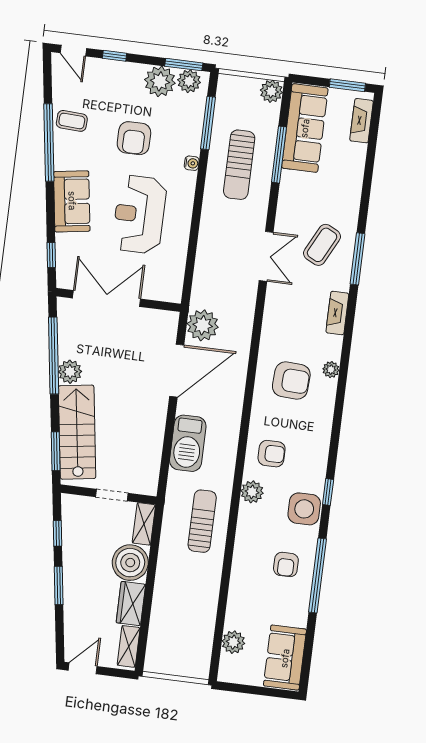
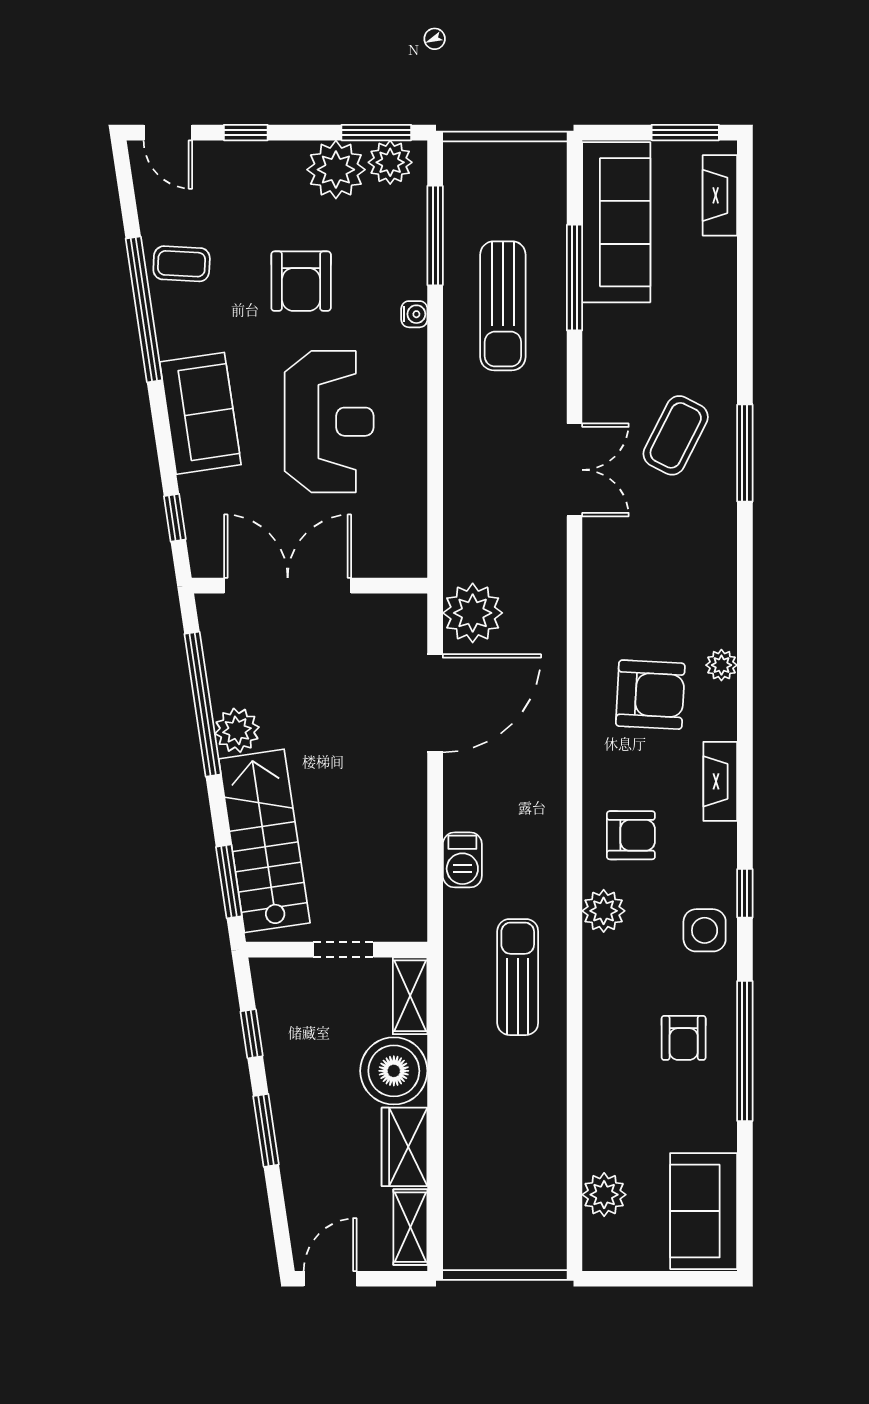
plant: (271, 91) -> (545, 162), removed
reception desk: (139, 214) -> (329, 422), turned 180
fireplace: (337, 313) -> (720, 781), moved
barbecue: (188, 443) -> (462, 860), width x0.53, depth x0.65
side table: (304, 509) -> (705, 930), width x0.73, depth x0.73

